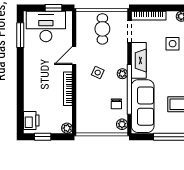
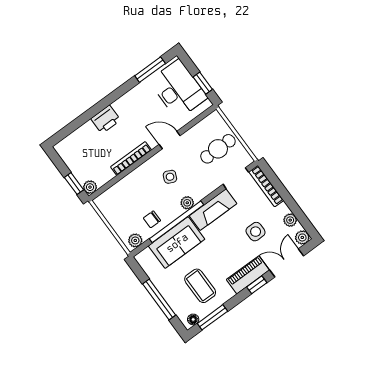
sofa: (143, 106) -> (177, 243), width x0.73
printer: (31, 120) -> (106, 119), moved
window: (43, 137) -> (74, 184), moved

